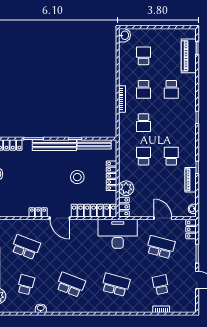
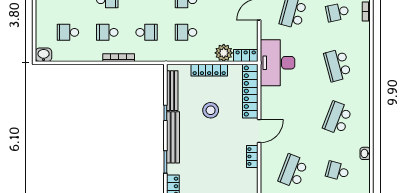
school desk: (143, 89) -> (107, 32), turned 180
school desk: (116, 285) -> (337, 65), turned -30

